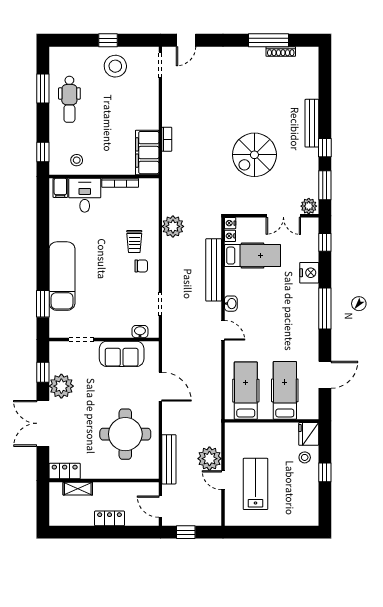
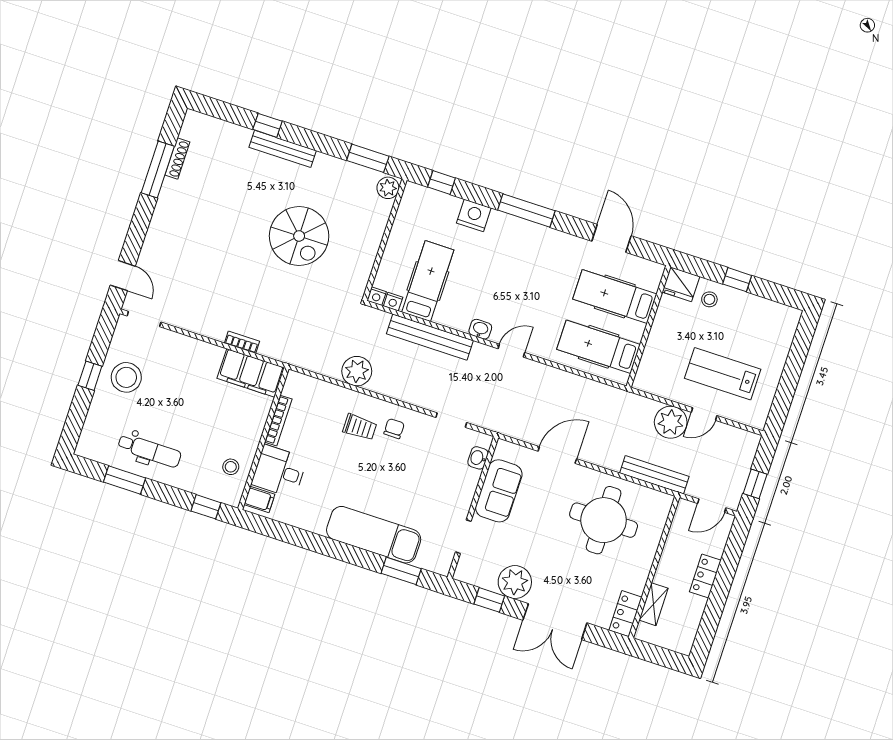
window: (325, 148) -> (267, 125), moved
double door: (283, 216) -> (390, 225), removed

